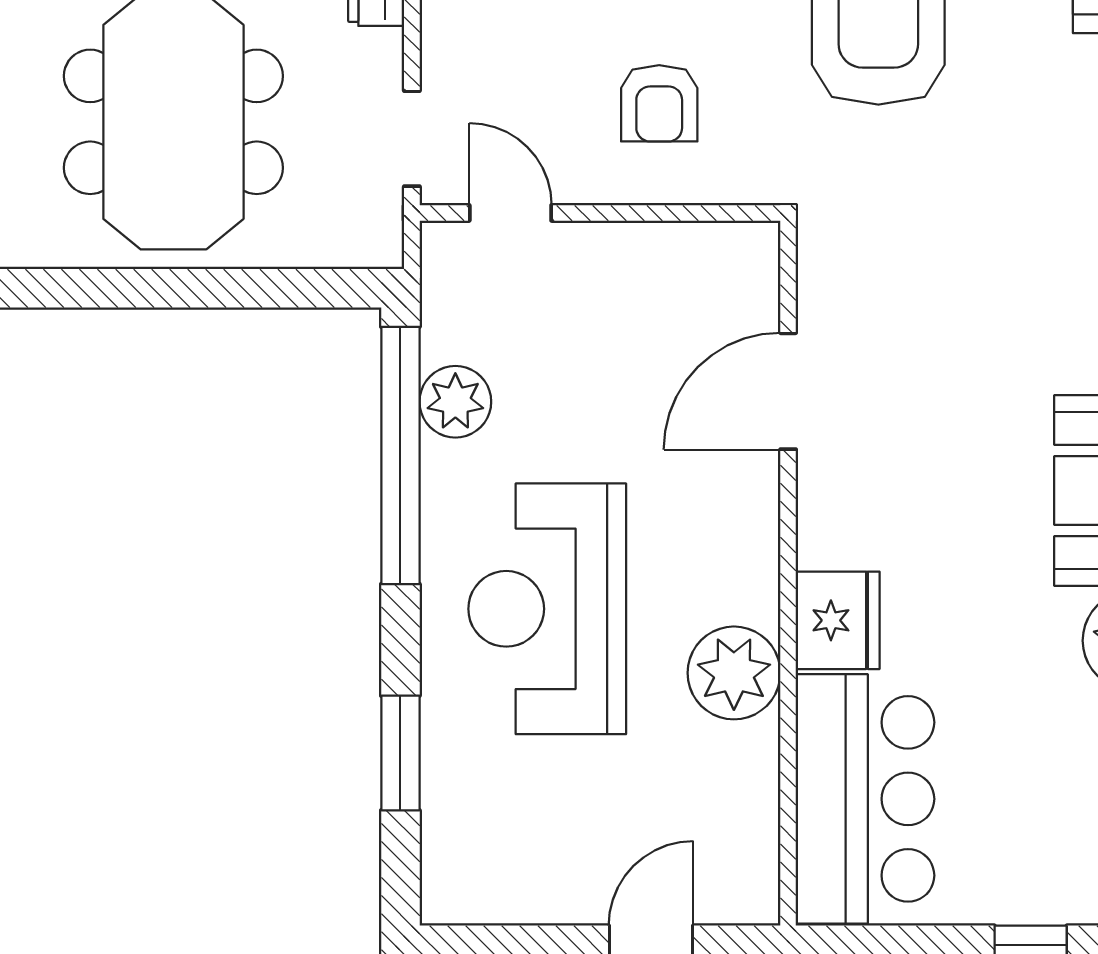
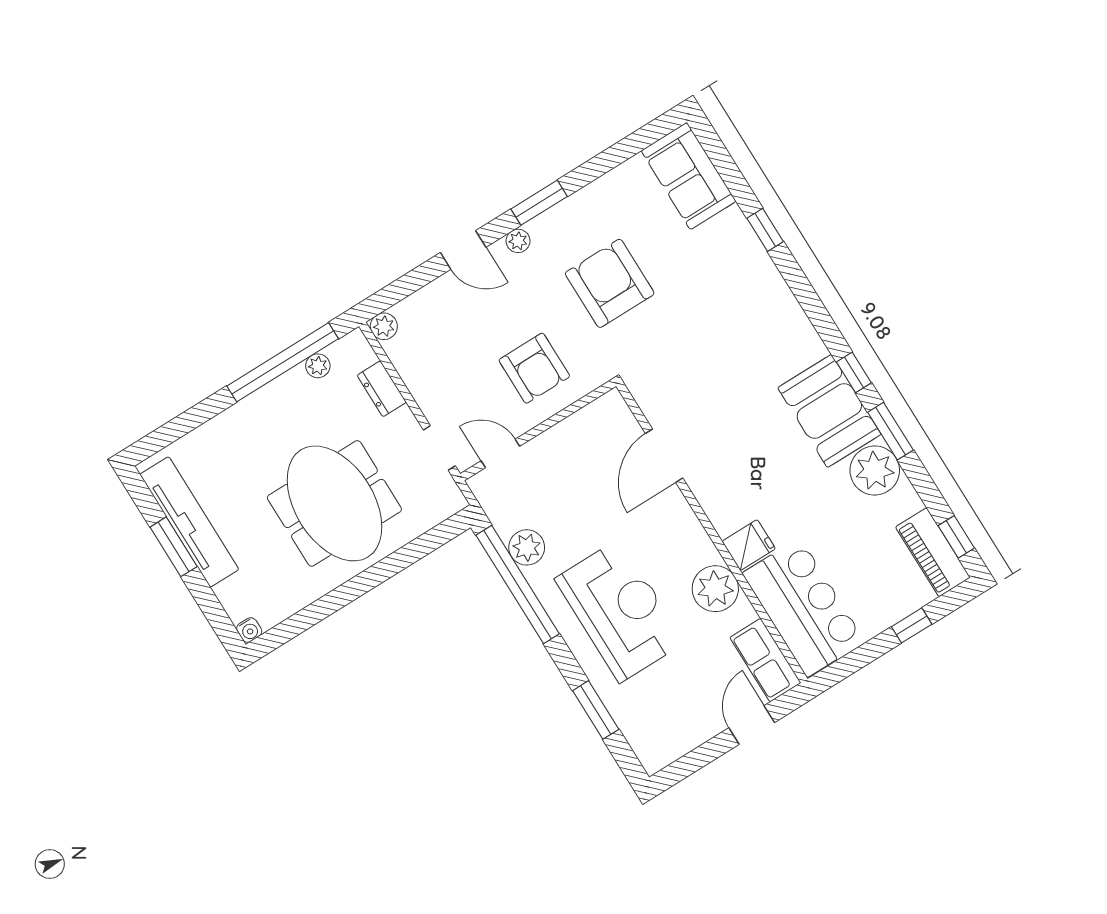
armchair: (659, 103) -> (534, 368), width x1.38, depth x1.38
reception desk: (547, 609) -> (620, 611), turned 180
fridge: (838, 620) -> (749, 545), width x0.72
row of seats: (743, 849) -> (765, 660), added

